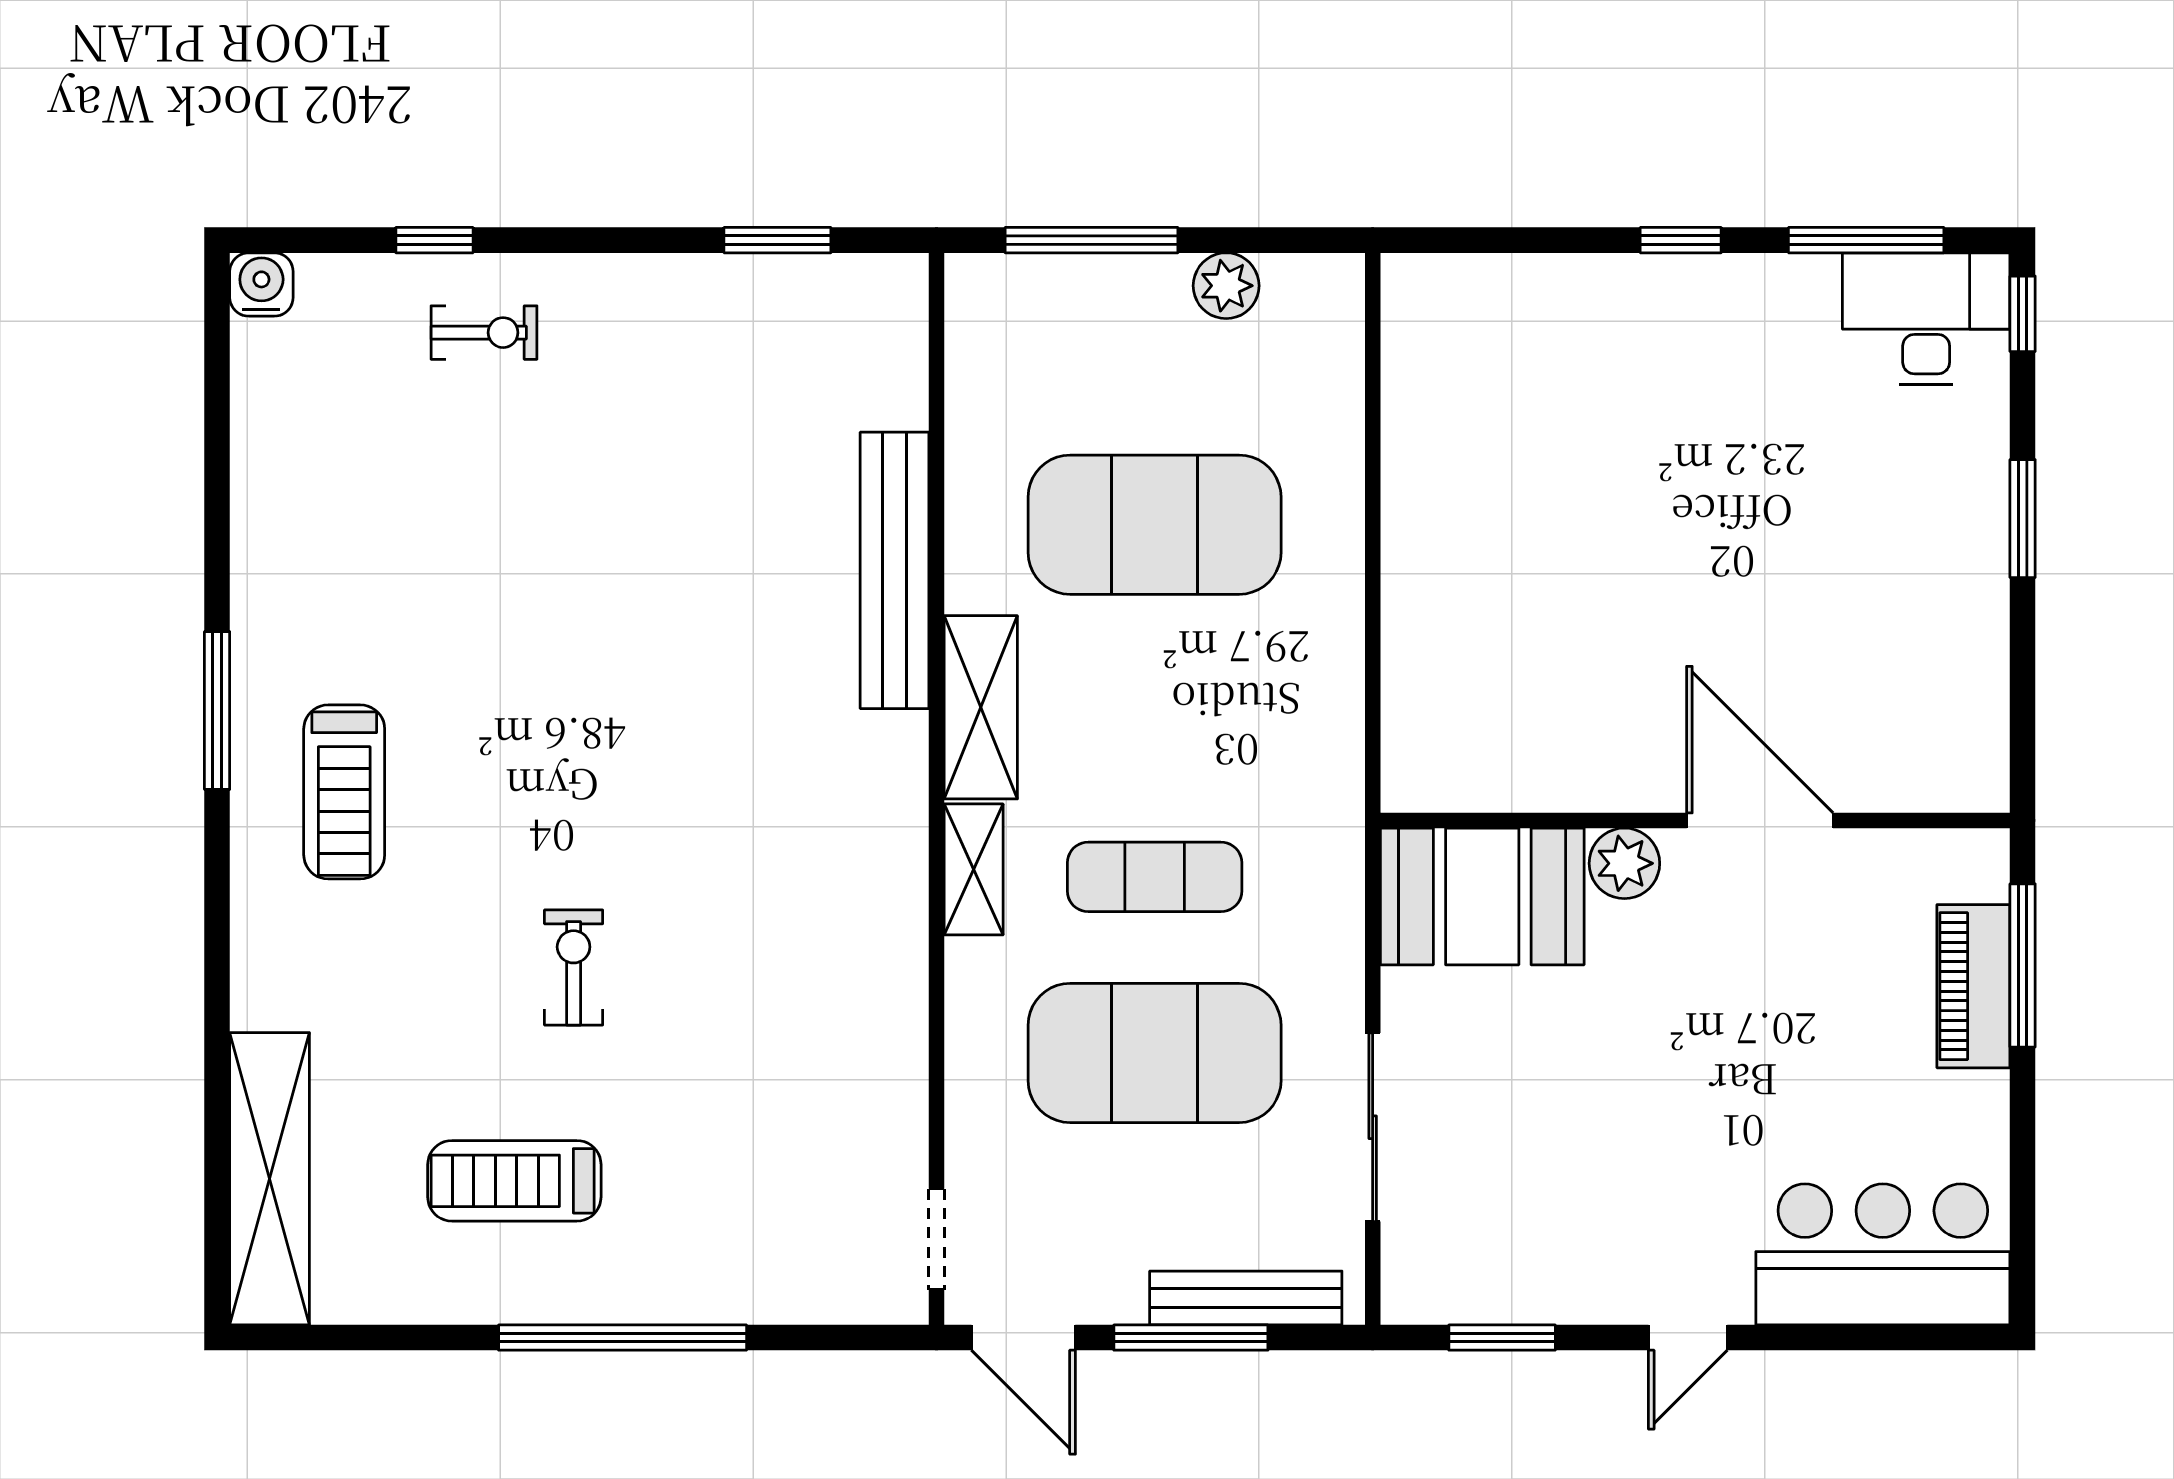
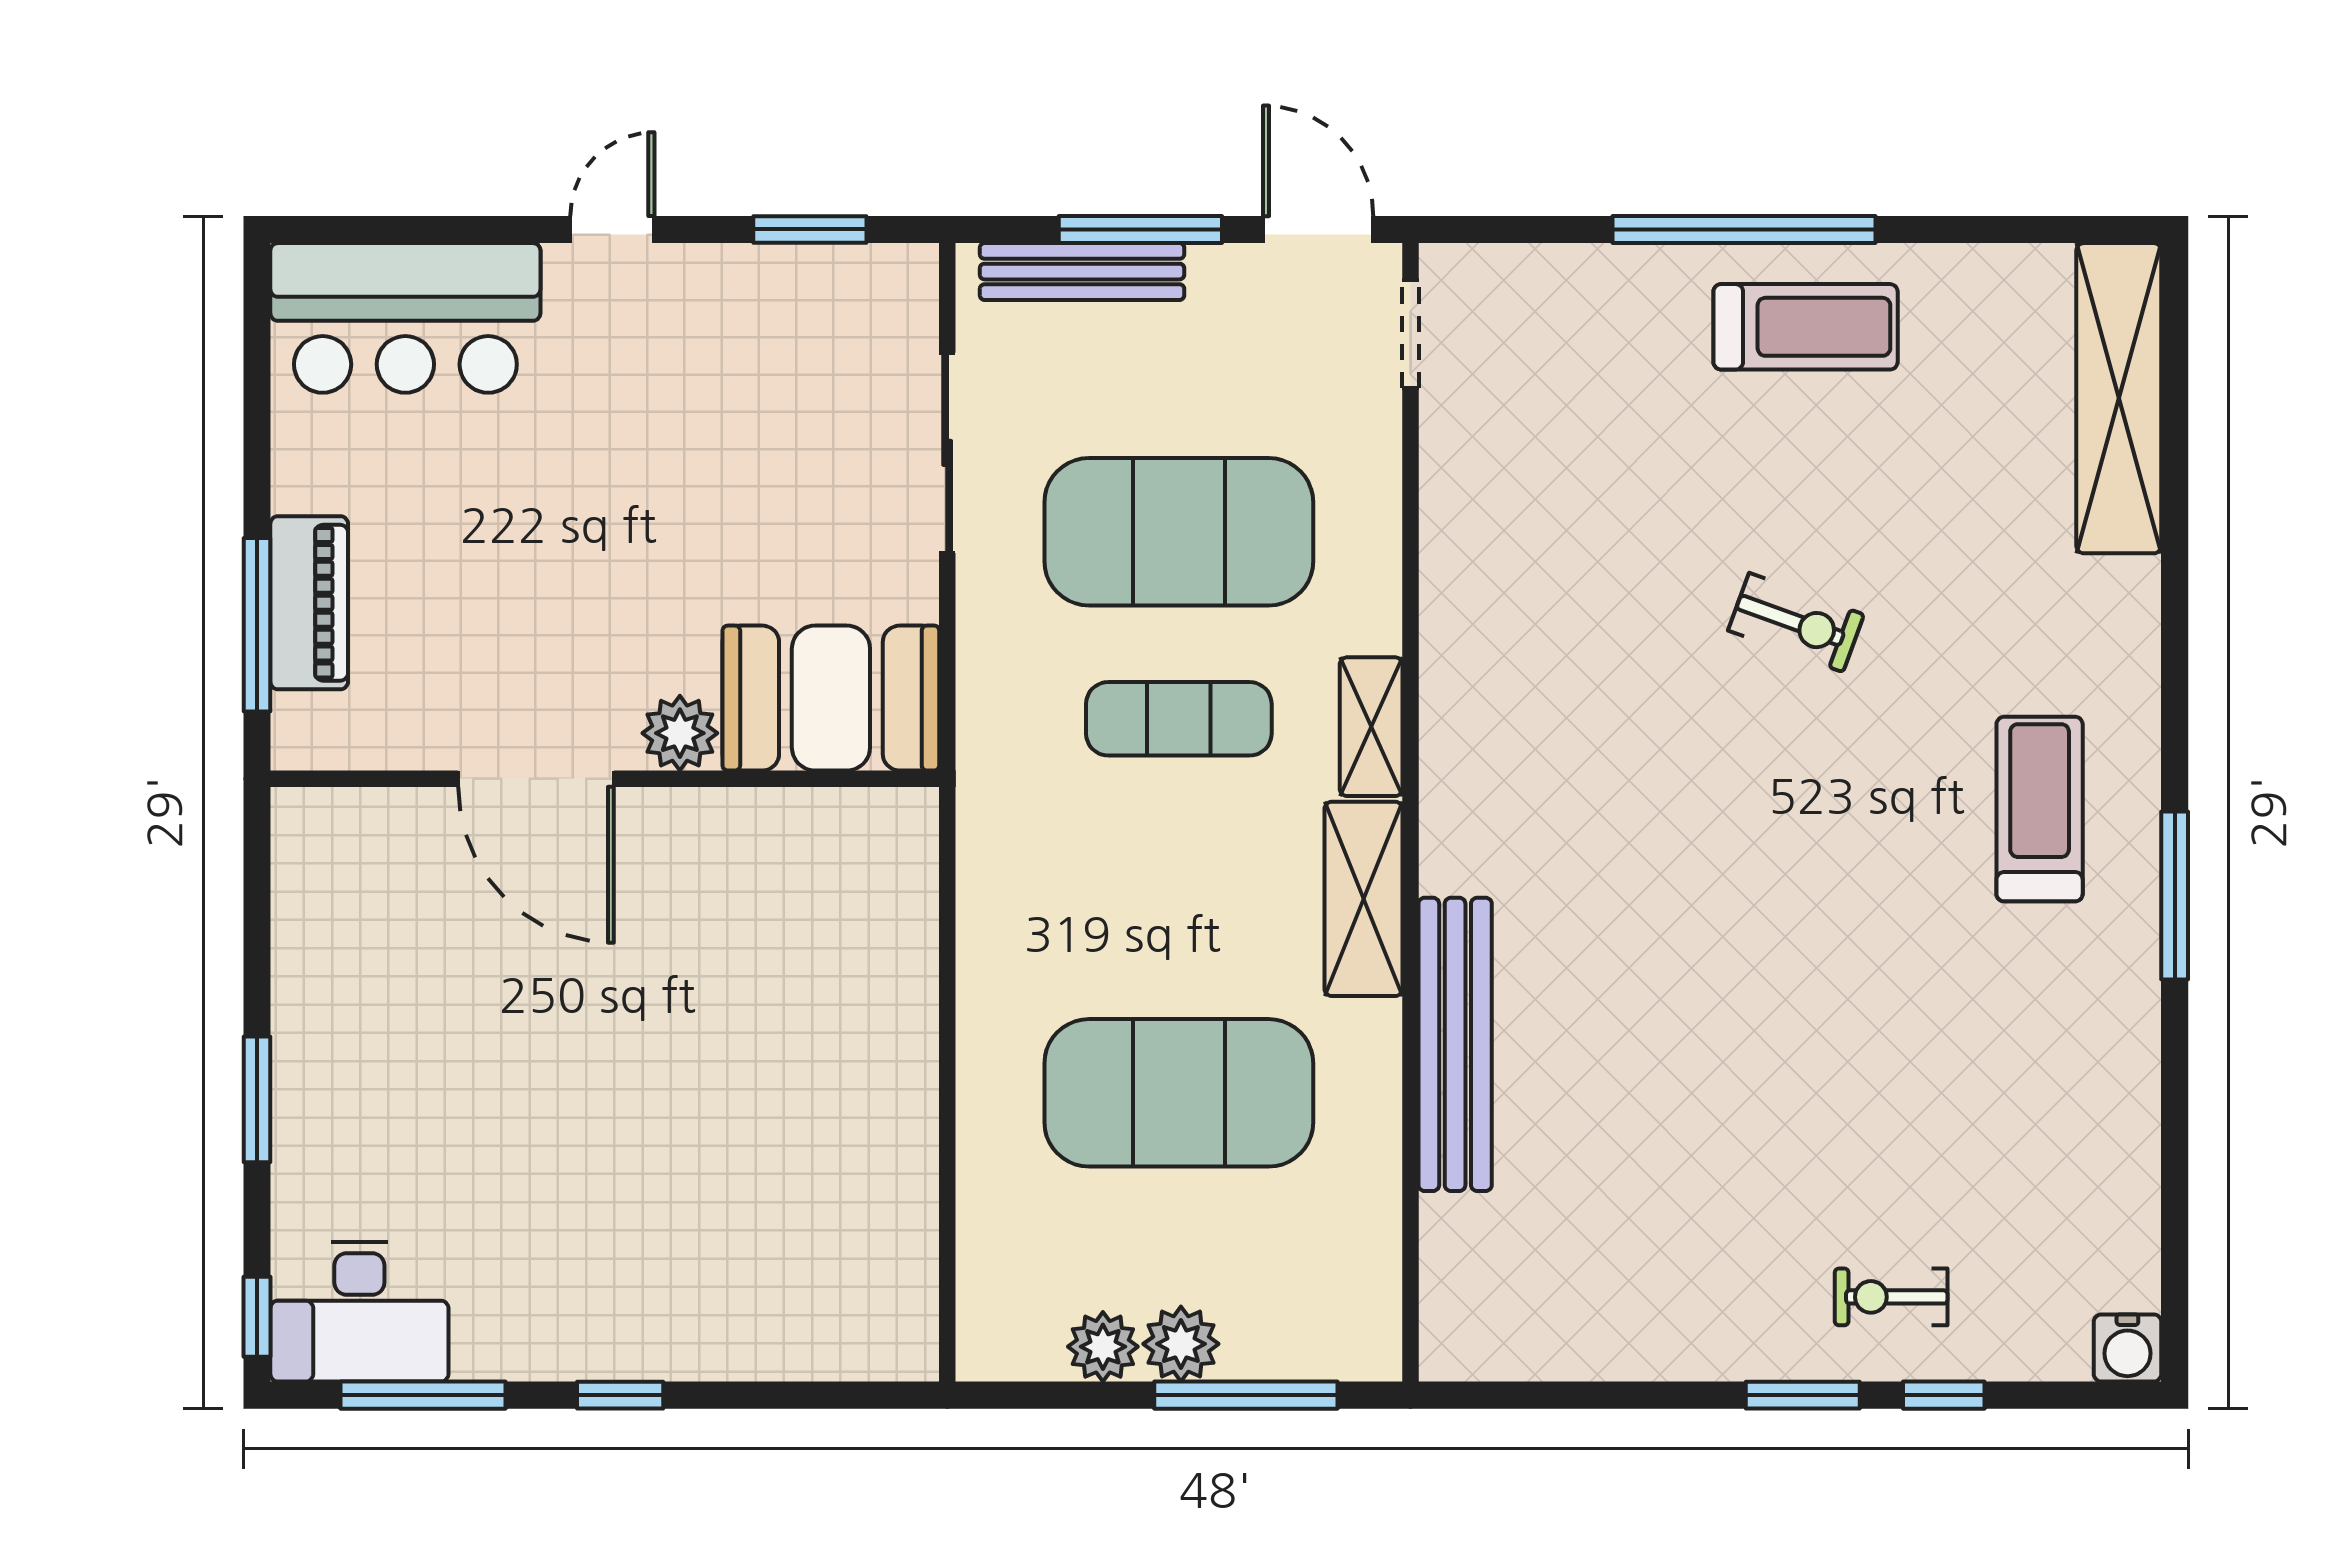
window: (777, 240) -> (1803, 1395), moved
plant: (1153, 288) -> (1181, 1344), added
exercise bike: (574, 968) -> (1796, 623), turned -70
treadmill: (514, 1181) -> (1806, 327), moved

